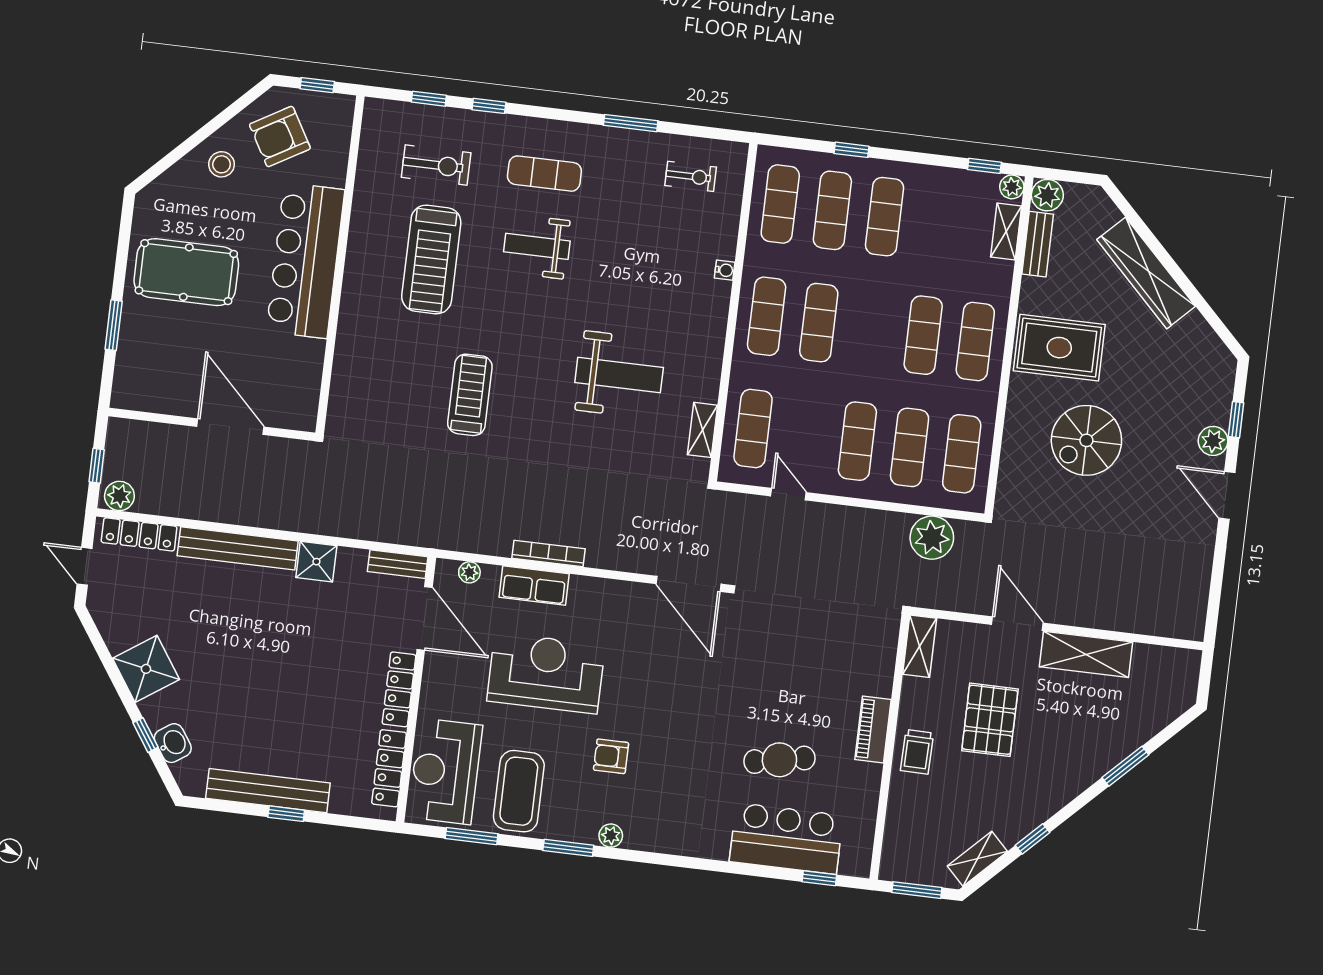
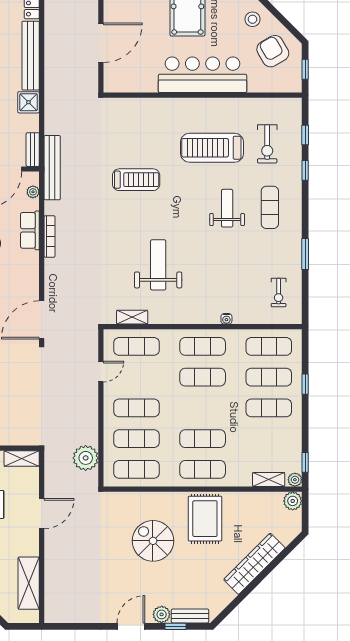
bench: (1038, 244) -> (190, 616), moved
weight bench: (619, 375) -> (158, 265), turned 180
bench: (432, 535) -> (52, 168), added
shelving: (1086, 654) -> (29, 583), moved

